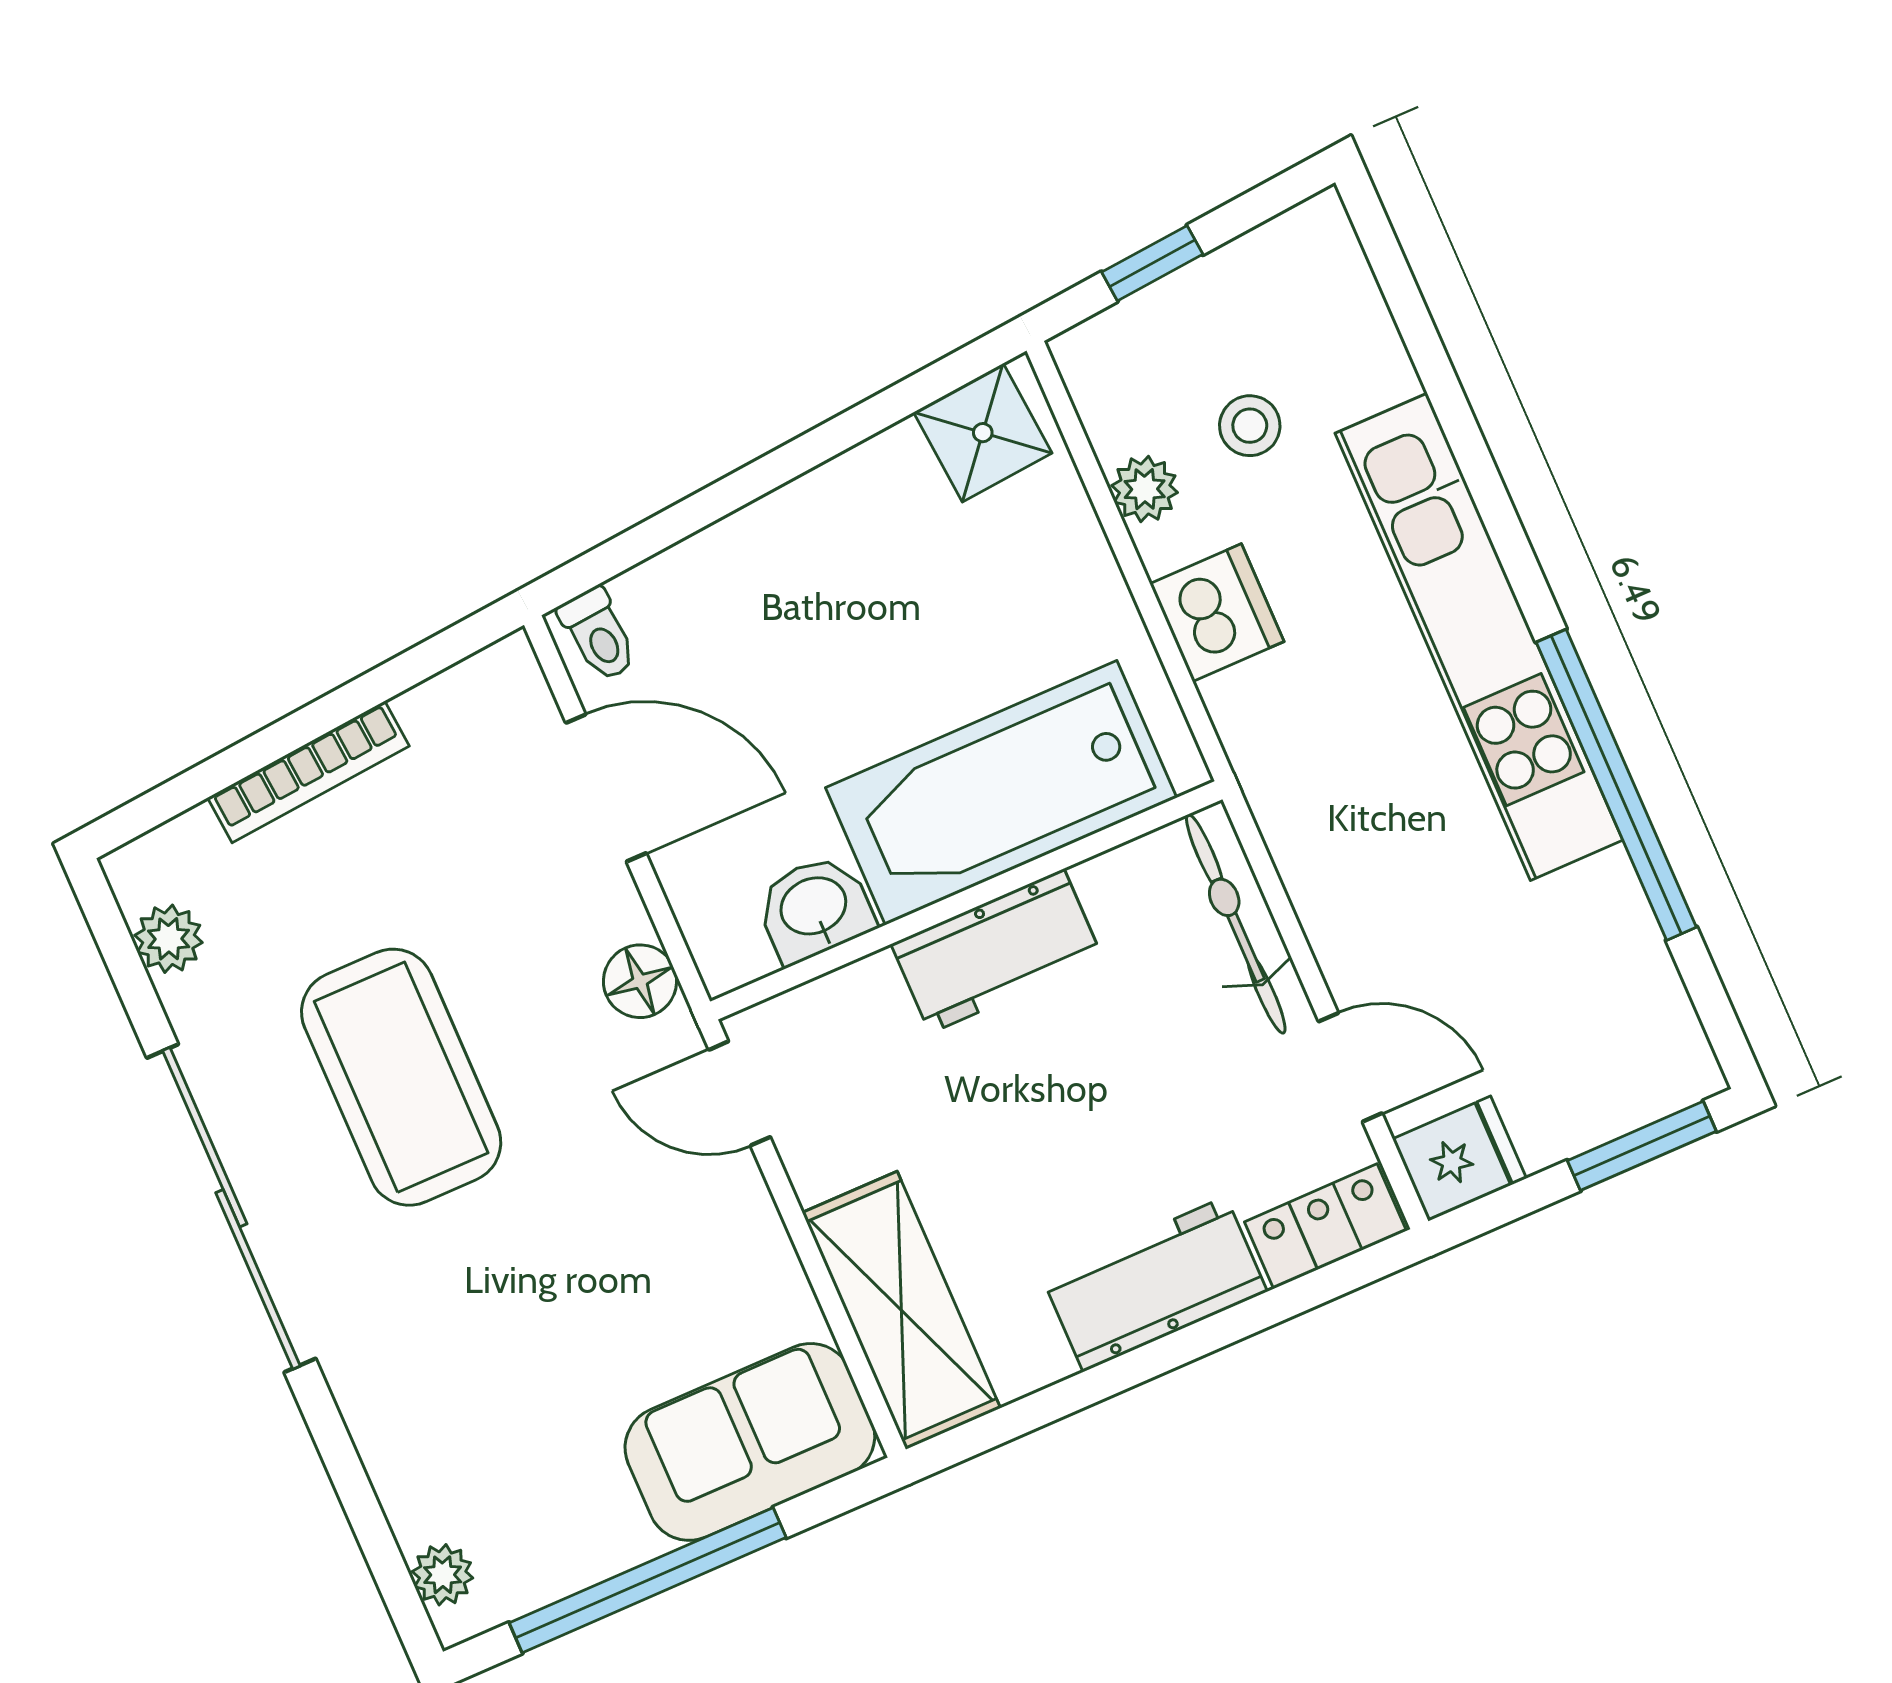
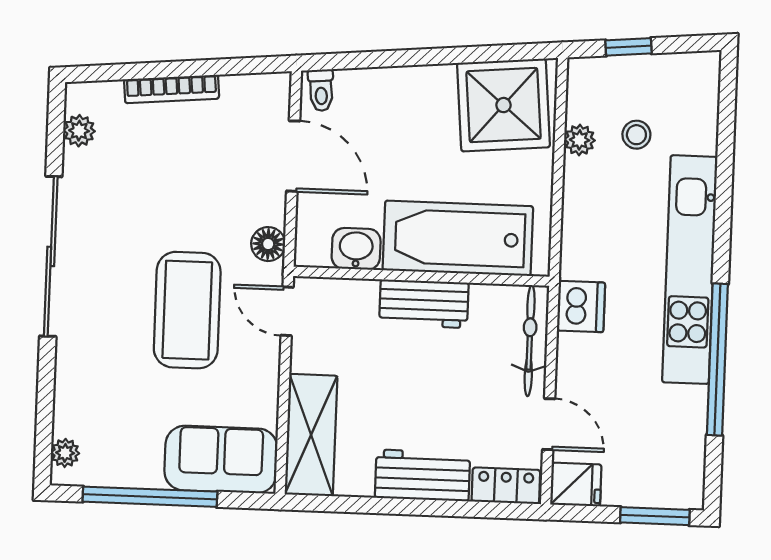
shower: (983, 433) -> (504, 105), width x1.86, depth x1.86
dishwasher: (1217, 613) -> (581, 307), moved
coffee table: (401, 1077) -> (187, 310), moved

